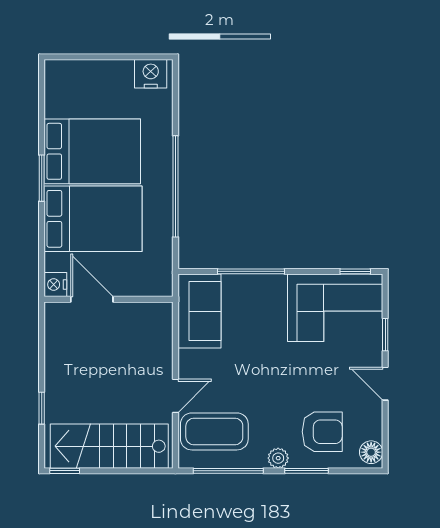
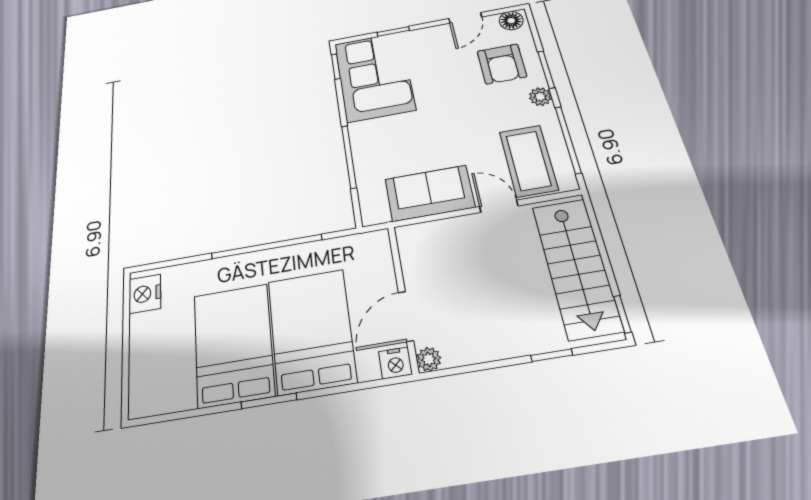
sofa: (199, 311) -> (430, 193), moved
plant: (54, 312) -> (429, 359), added
door: (385, 384) -> (465, 18), moved
armchair: (322, 432) -> (502, 64), turned 180

